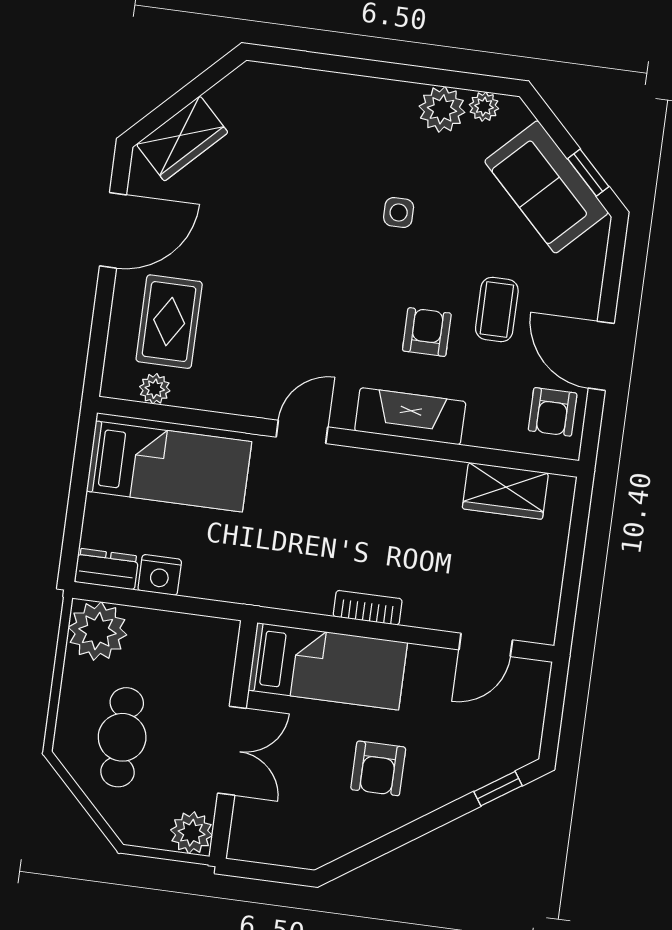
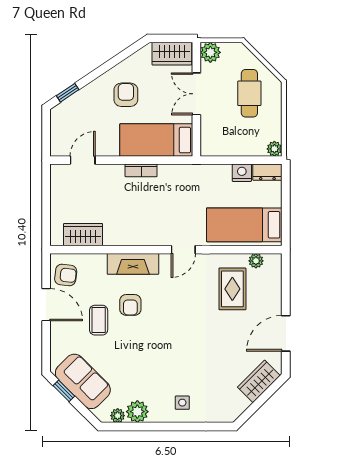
side table: (399, 212) -> (182, 403), moved
rug: (169, 322) -> (232, 289), moved
armchair: (553, 412) -> (66, 275), turned 97
plant: (97, 631) -> (274, 149), width x0.53, depth x0.53
wardrobe: (272, 841) -> (172, 54), added

